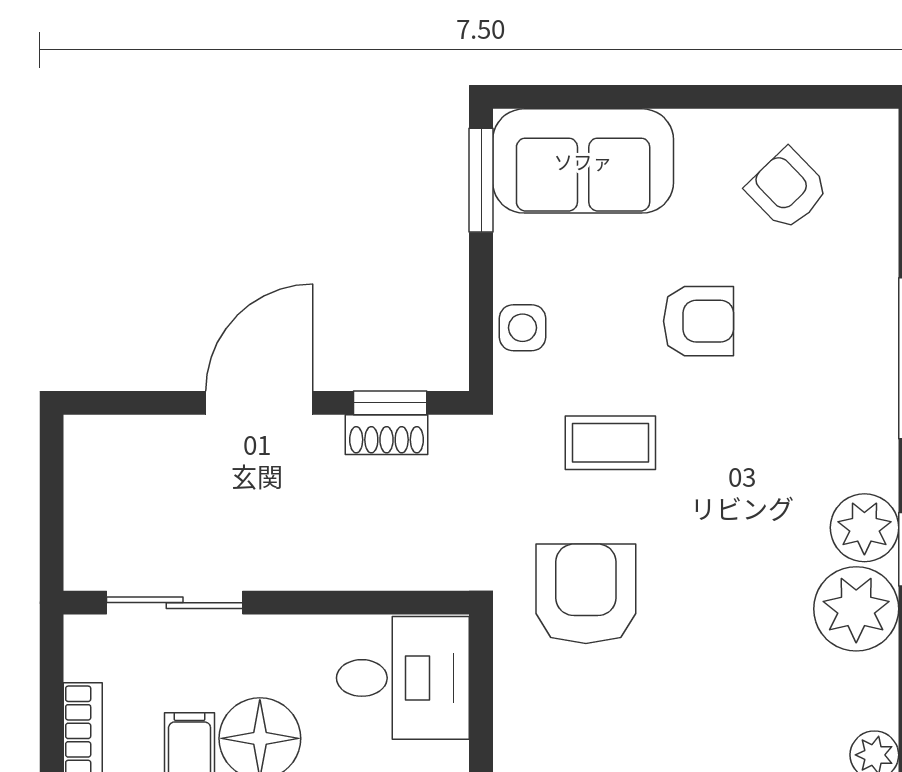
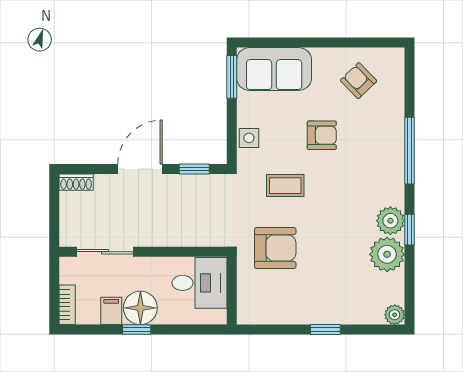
shoe rack: (387, 435) -> (76, 182), moved
armchair: (586, 594) -> (275, 248), turned 90

